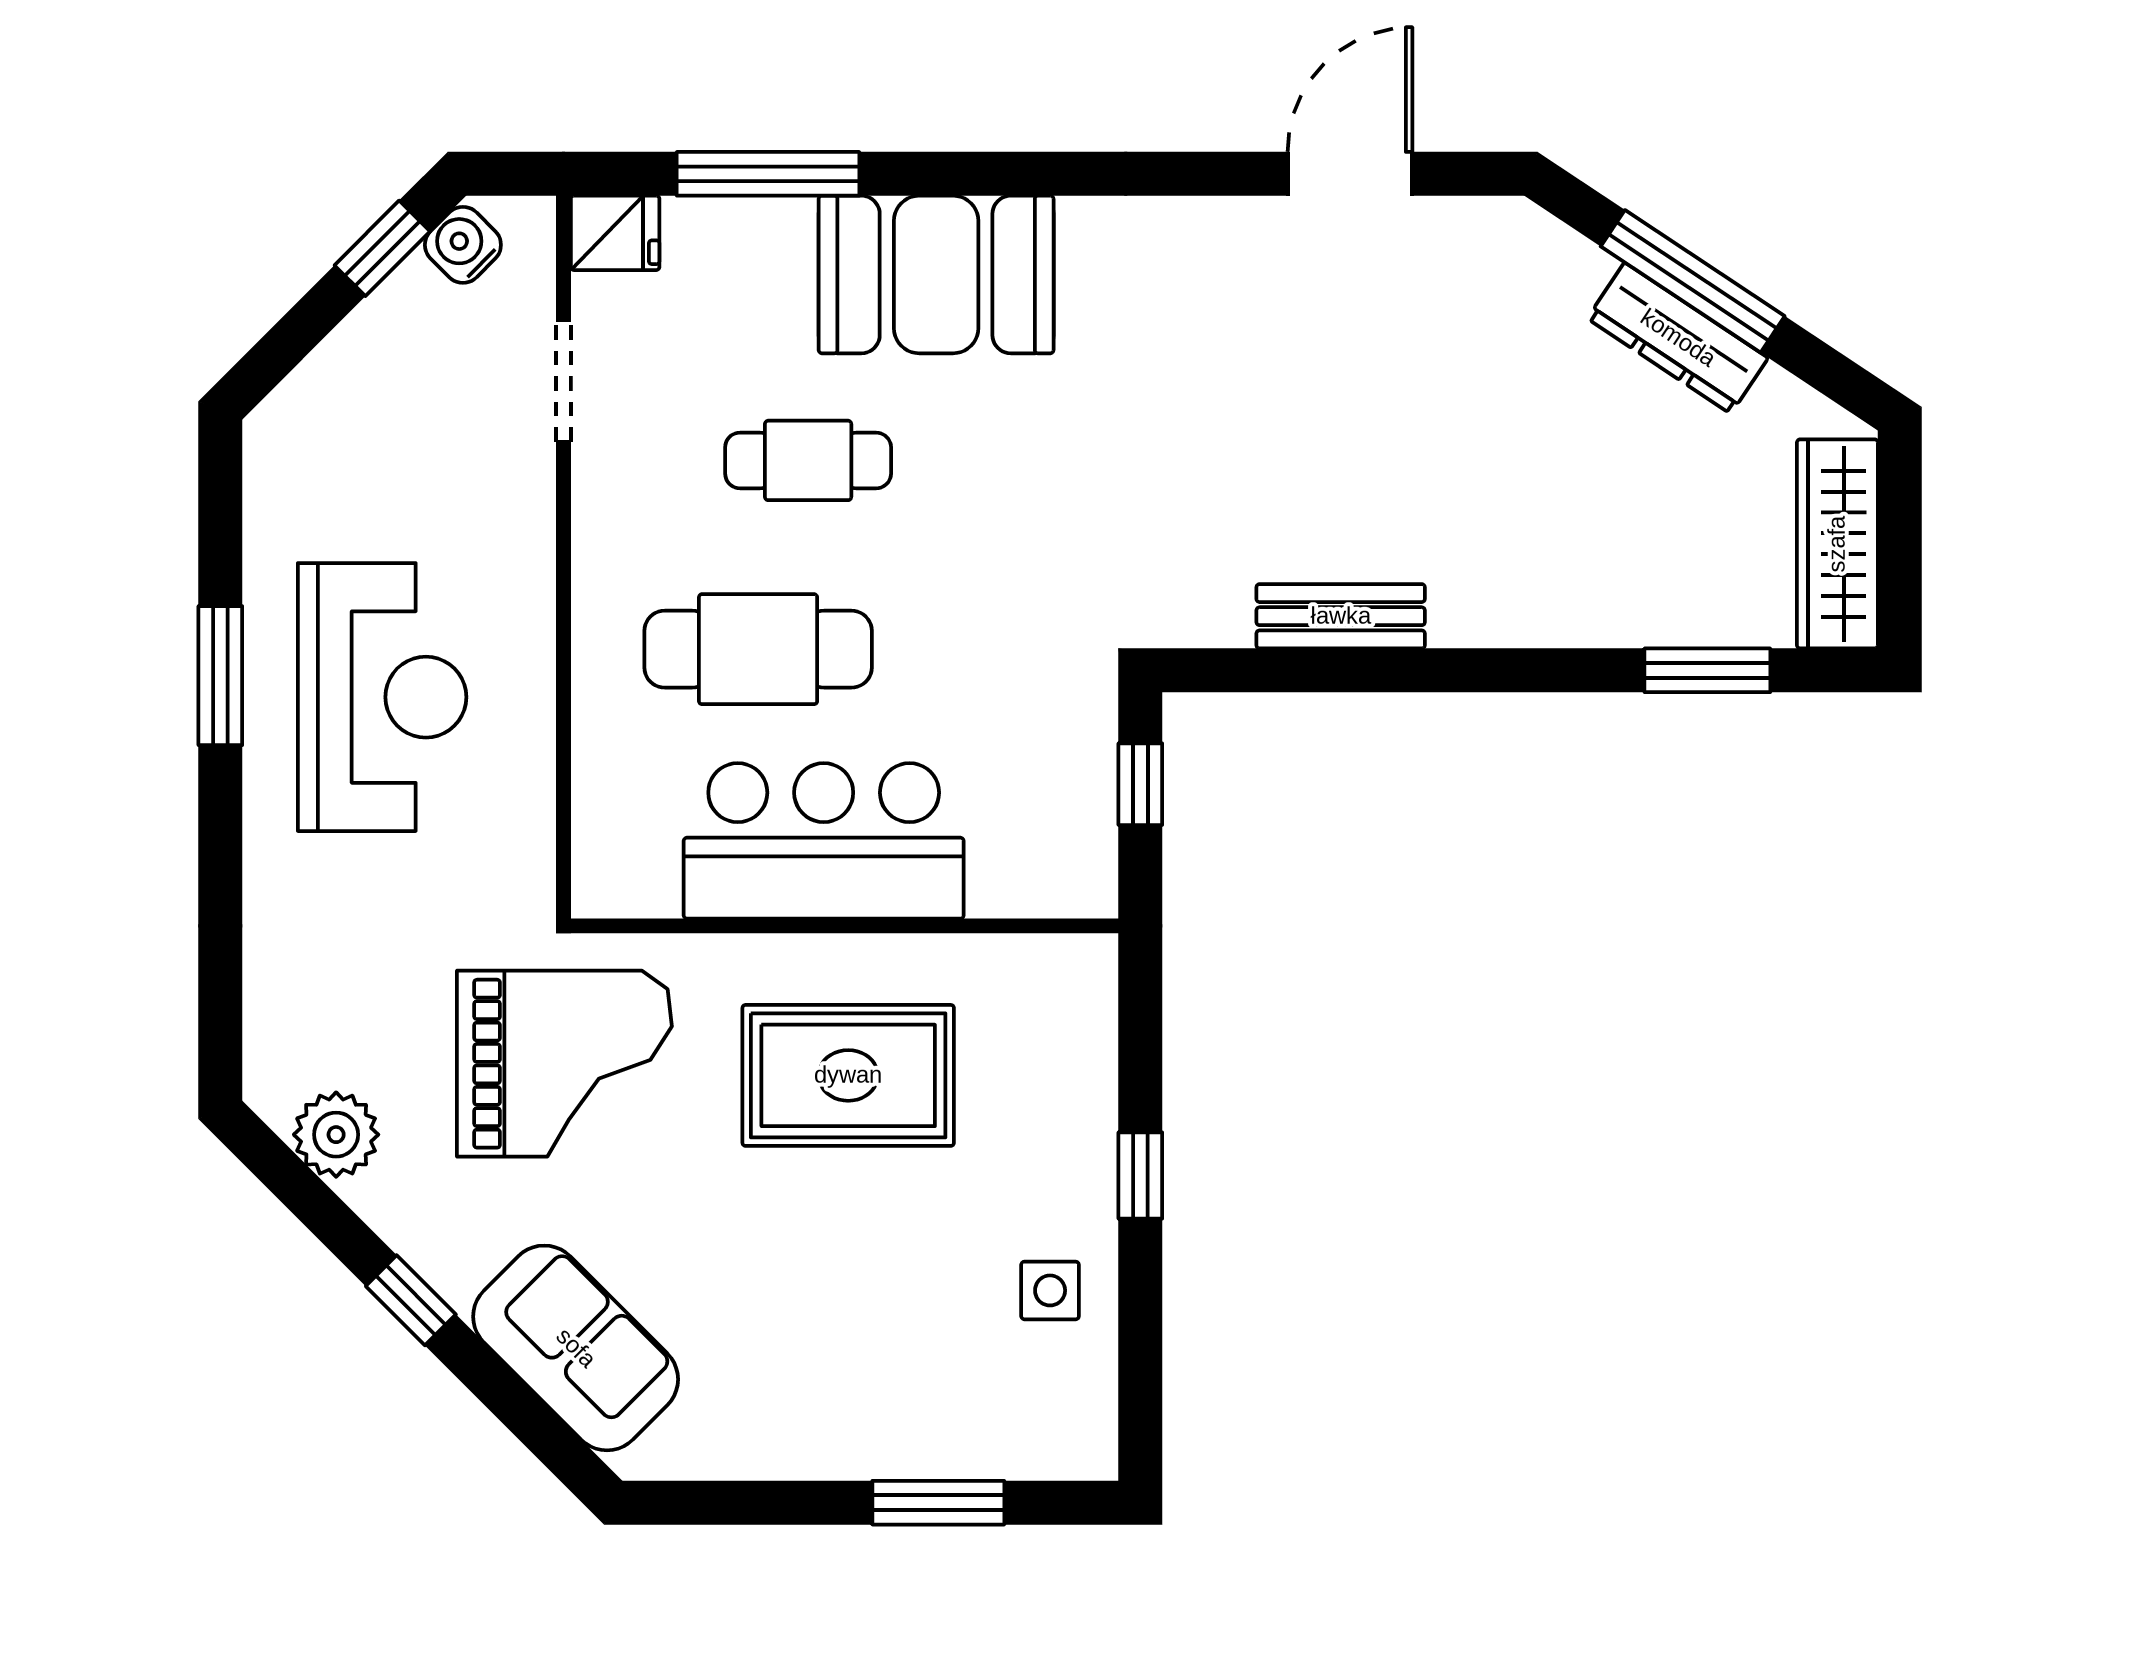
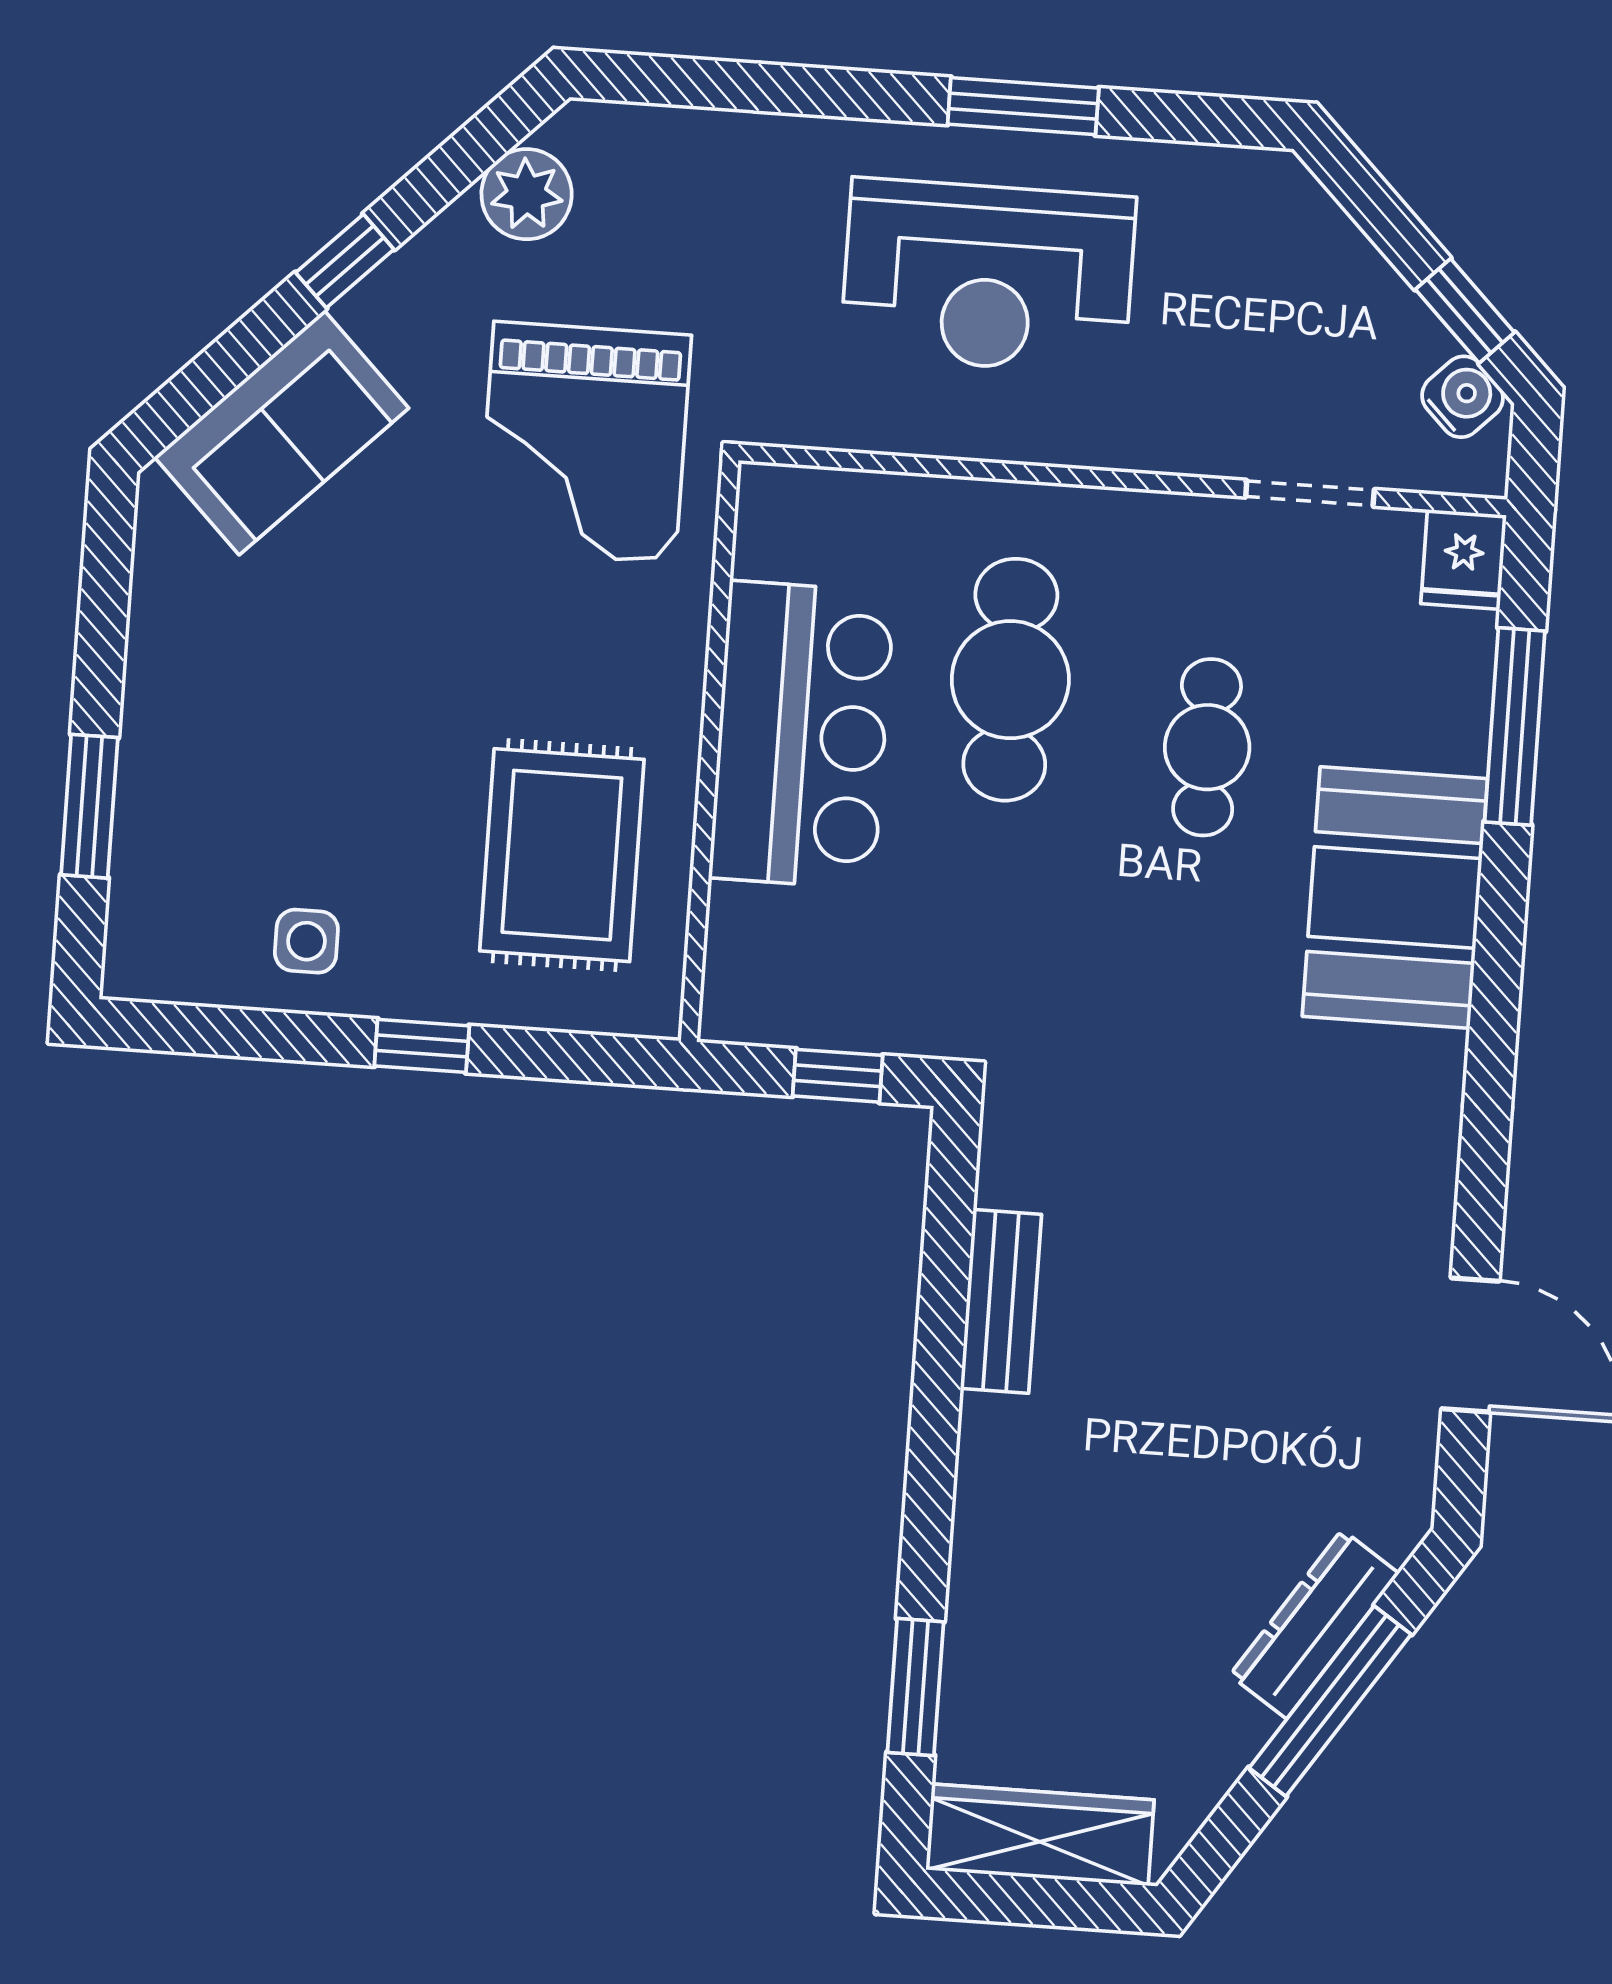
dresser: (1678, 338) -> (1314, 1624), moved
rug: (848, 1075) -> (562, 855), moved

